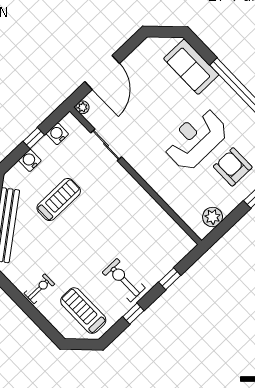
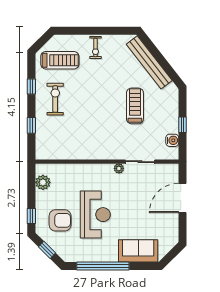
door: (102, 73) -> (182, 198), hinge flipped
plant: (83, 107) -> (119, 168), moved
water cooler: (30, 160) -> (172, 111), removed
treadmill: (59, 199) -> (135, 106), turned 180
exercise bike: (124, 280) -> (55, 99), turned -90

